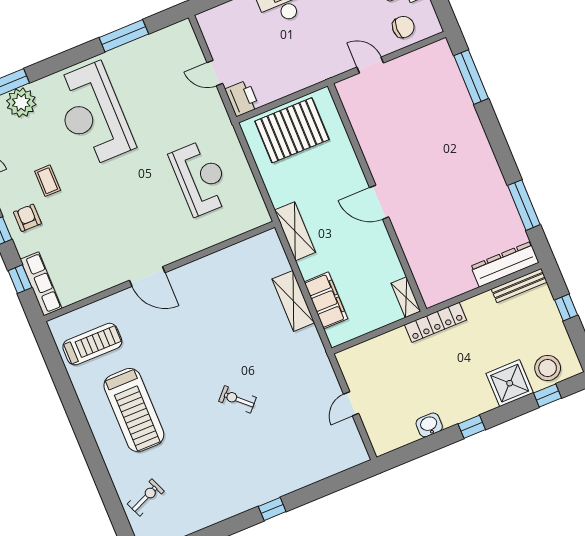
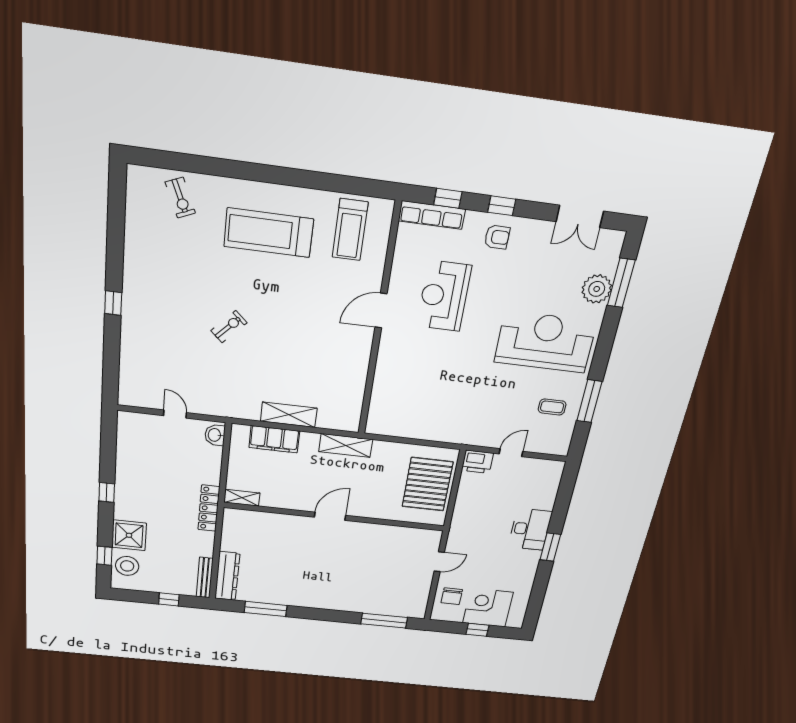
reception desk: (201, 178) -> (444, 296), moved, turned 90
coffee table: (48, 181) -> (552, 407), moved
washbasin: (429, 425) -> (215, 435), moved, turned 180

